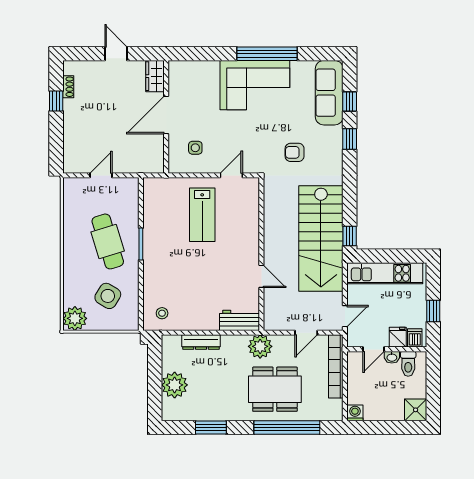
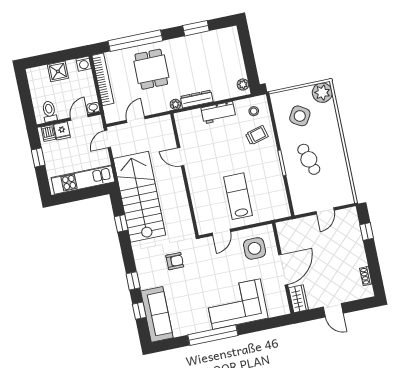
corner sofa: (255, 85) -> (236, 304), moved
window: (56, 101) -> (367, 232), moved
side table: (195, 148) -> (255, 248), width x1.87, depth x1.87
window: (350, 236) -> (121, 223), moved
cafe table: (108, 241) -> (309, 159), width x0.73, depth x0.74
trolley: (164, 284) -> (257, 135), added
workbench: (239, 320) -> (218, 113), moved
dresser: (201, 342) -> (197, 99), moved
plant: (260, 346) -> (175, 104), width x0.53, depth x0.53
washbasin: (392, 357) -> (93, 108), moved
bookcase: (336, 366) -> (103, 79), moved
plant: (175, 385) -> (243, 85), moved, width x0.53, depth x0.53
dining table: (275, 389) -> (151, 69), width x0.73
shower: (416, 410) -> (58, 71), moved

